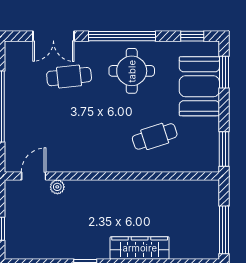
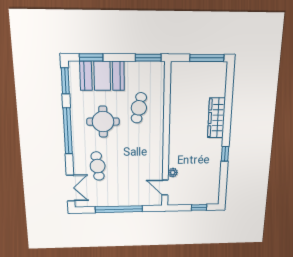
double door: (53, 36) -> (71, 188), moved
window: (192, 36) -> (65, 81), width x1.50
round table: (132, 71) -> (103, 122), moved
cafe table: (155, 136) -> (139, 108), turned 30

